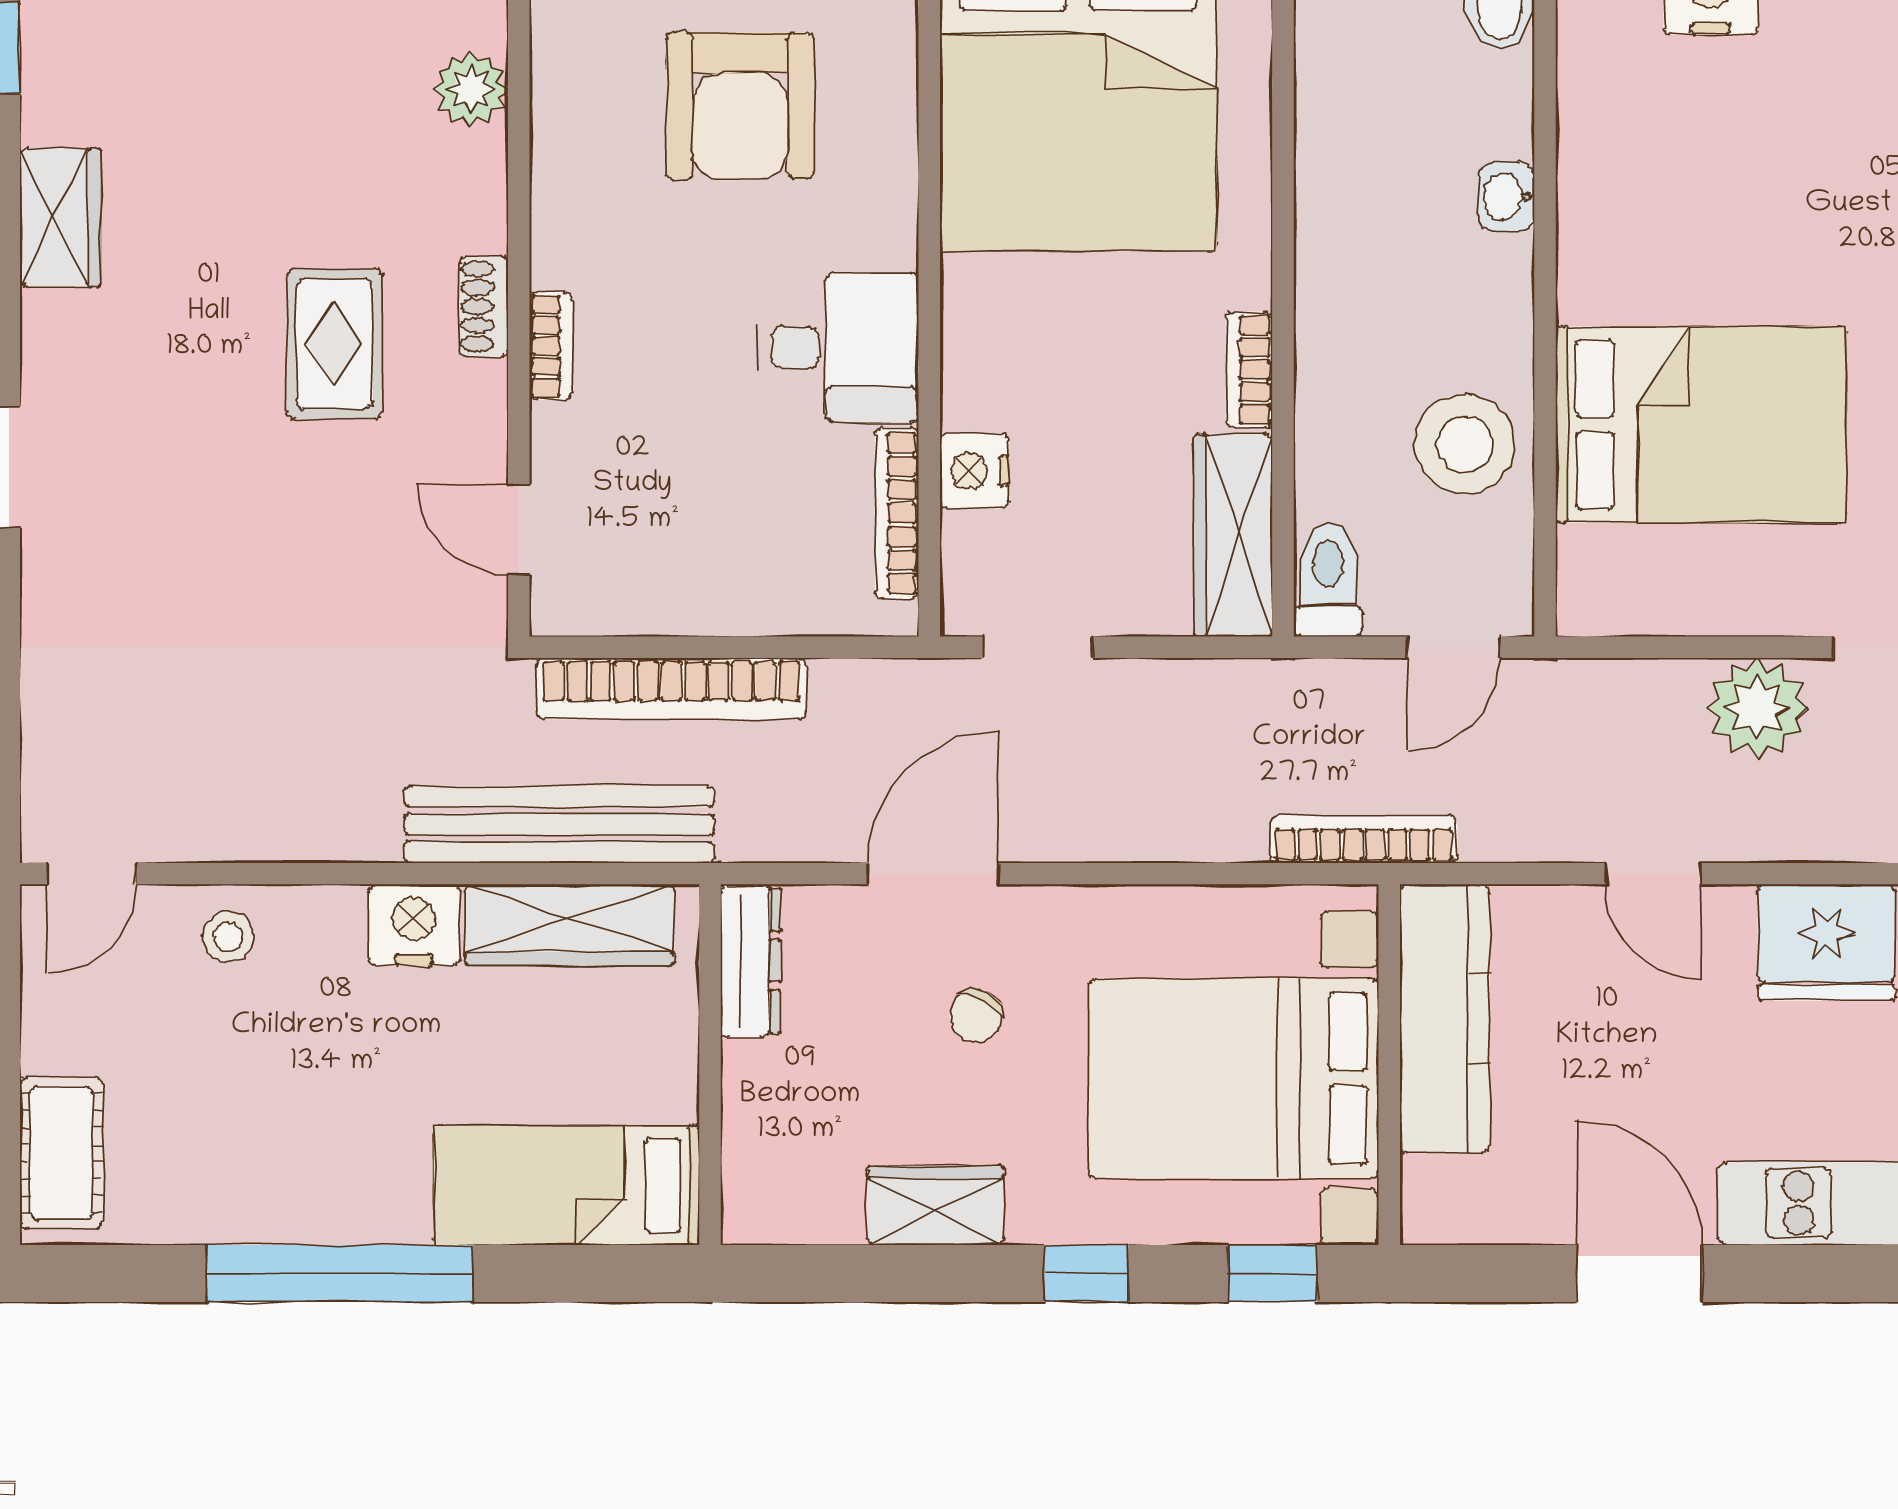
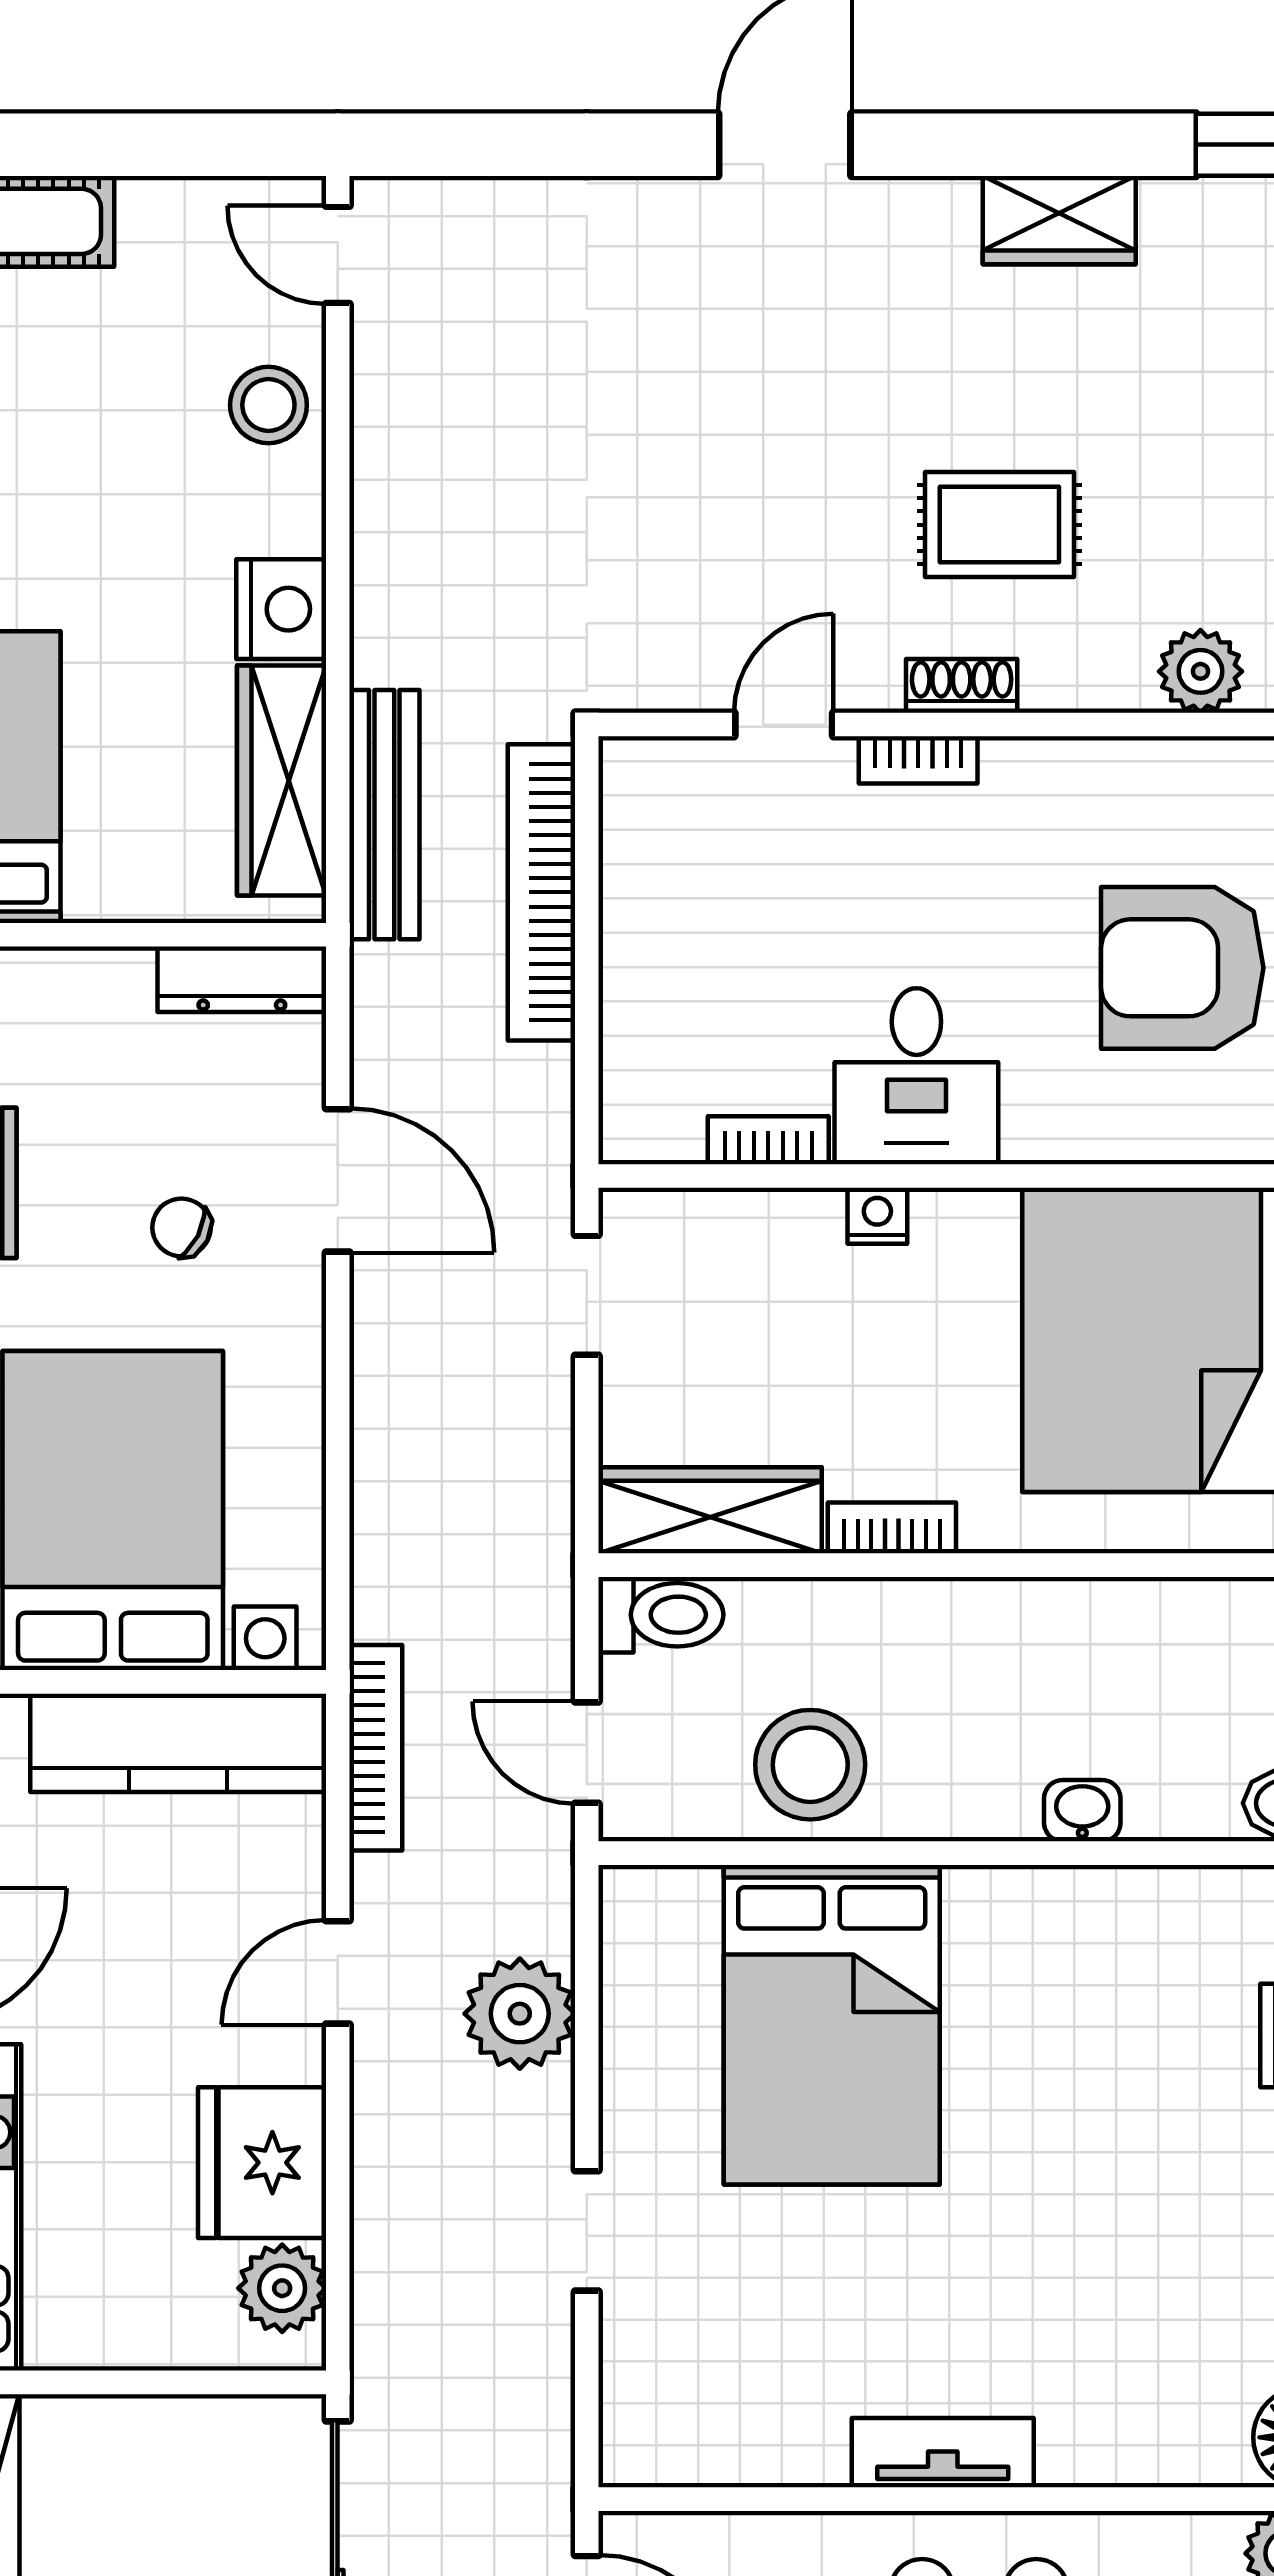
rug: (334, 344) -> (999, 525), moved
nightstand: (974, 471) -> (877, 1216), moved, width x0.72, depth x0.74
bookcase: (897, 513) -> (768, 1140), width x0.64
door: (519, 530) -> (784, 725), moved
plant: (1757, 708) -> (520, 2014), moved
bench: (559, 824) -> (384, 815), width x0.73, depth x0.82
bookcase: (1364, 839) -> (376, 1748), moved
stool: (228, 937) -> (268, 405), width x1.37, depth x1.37

